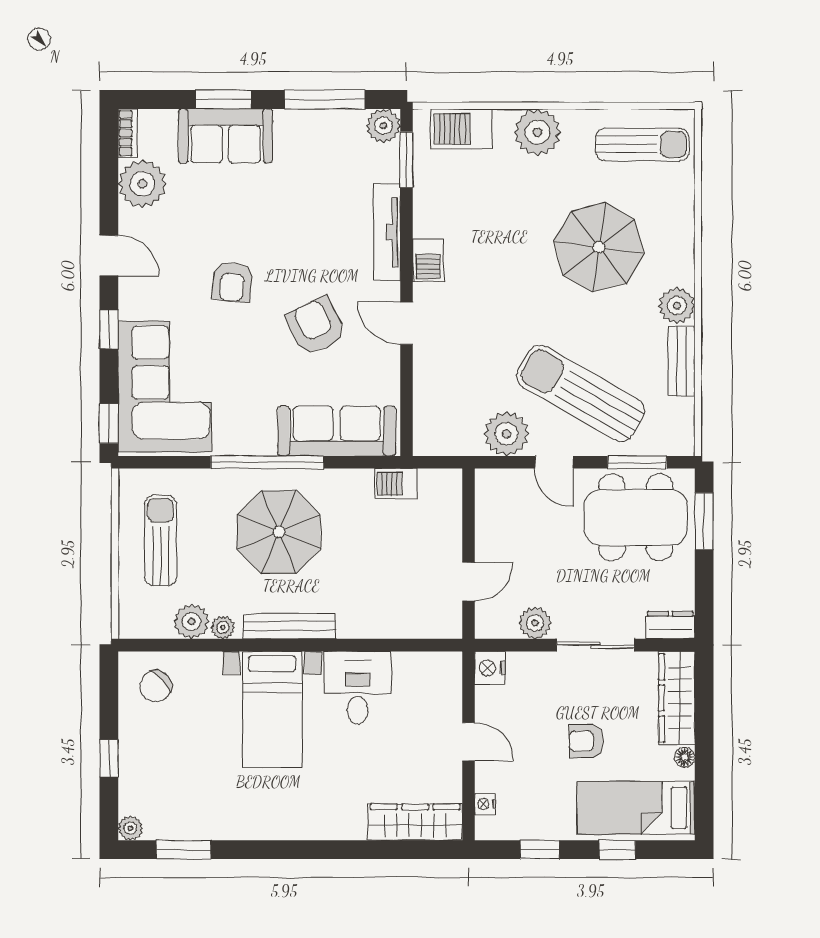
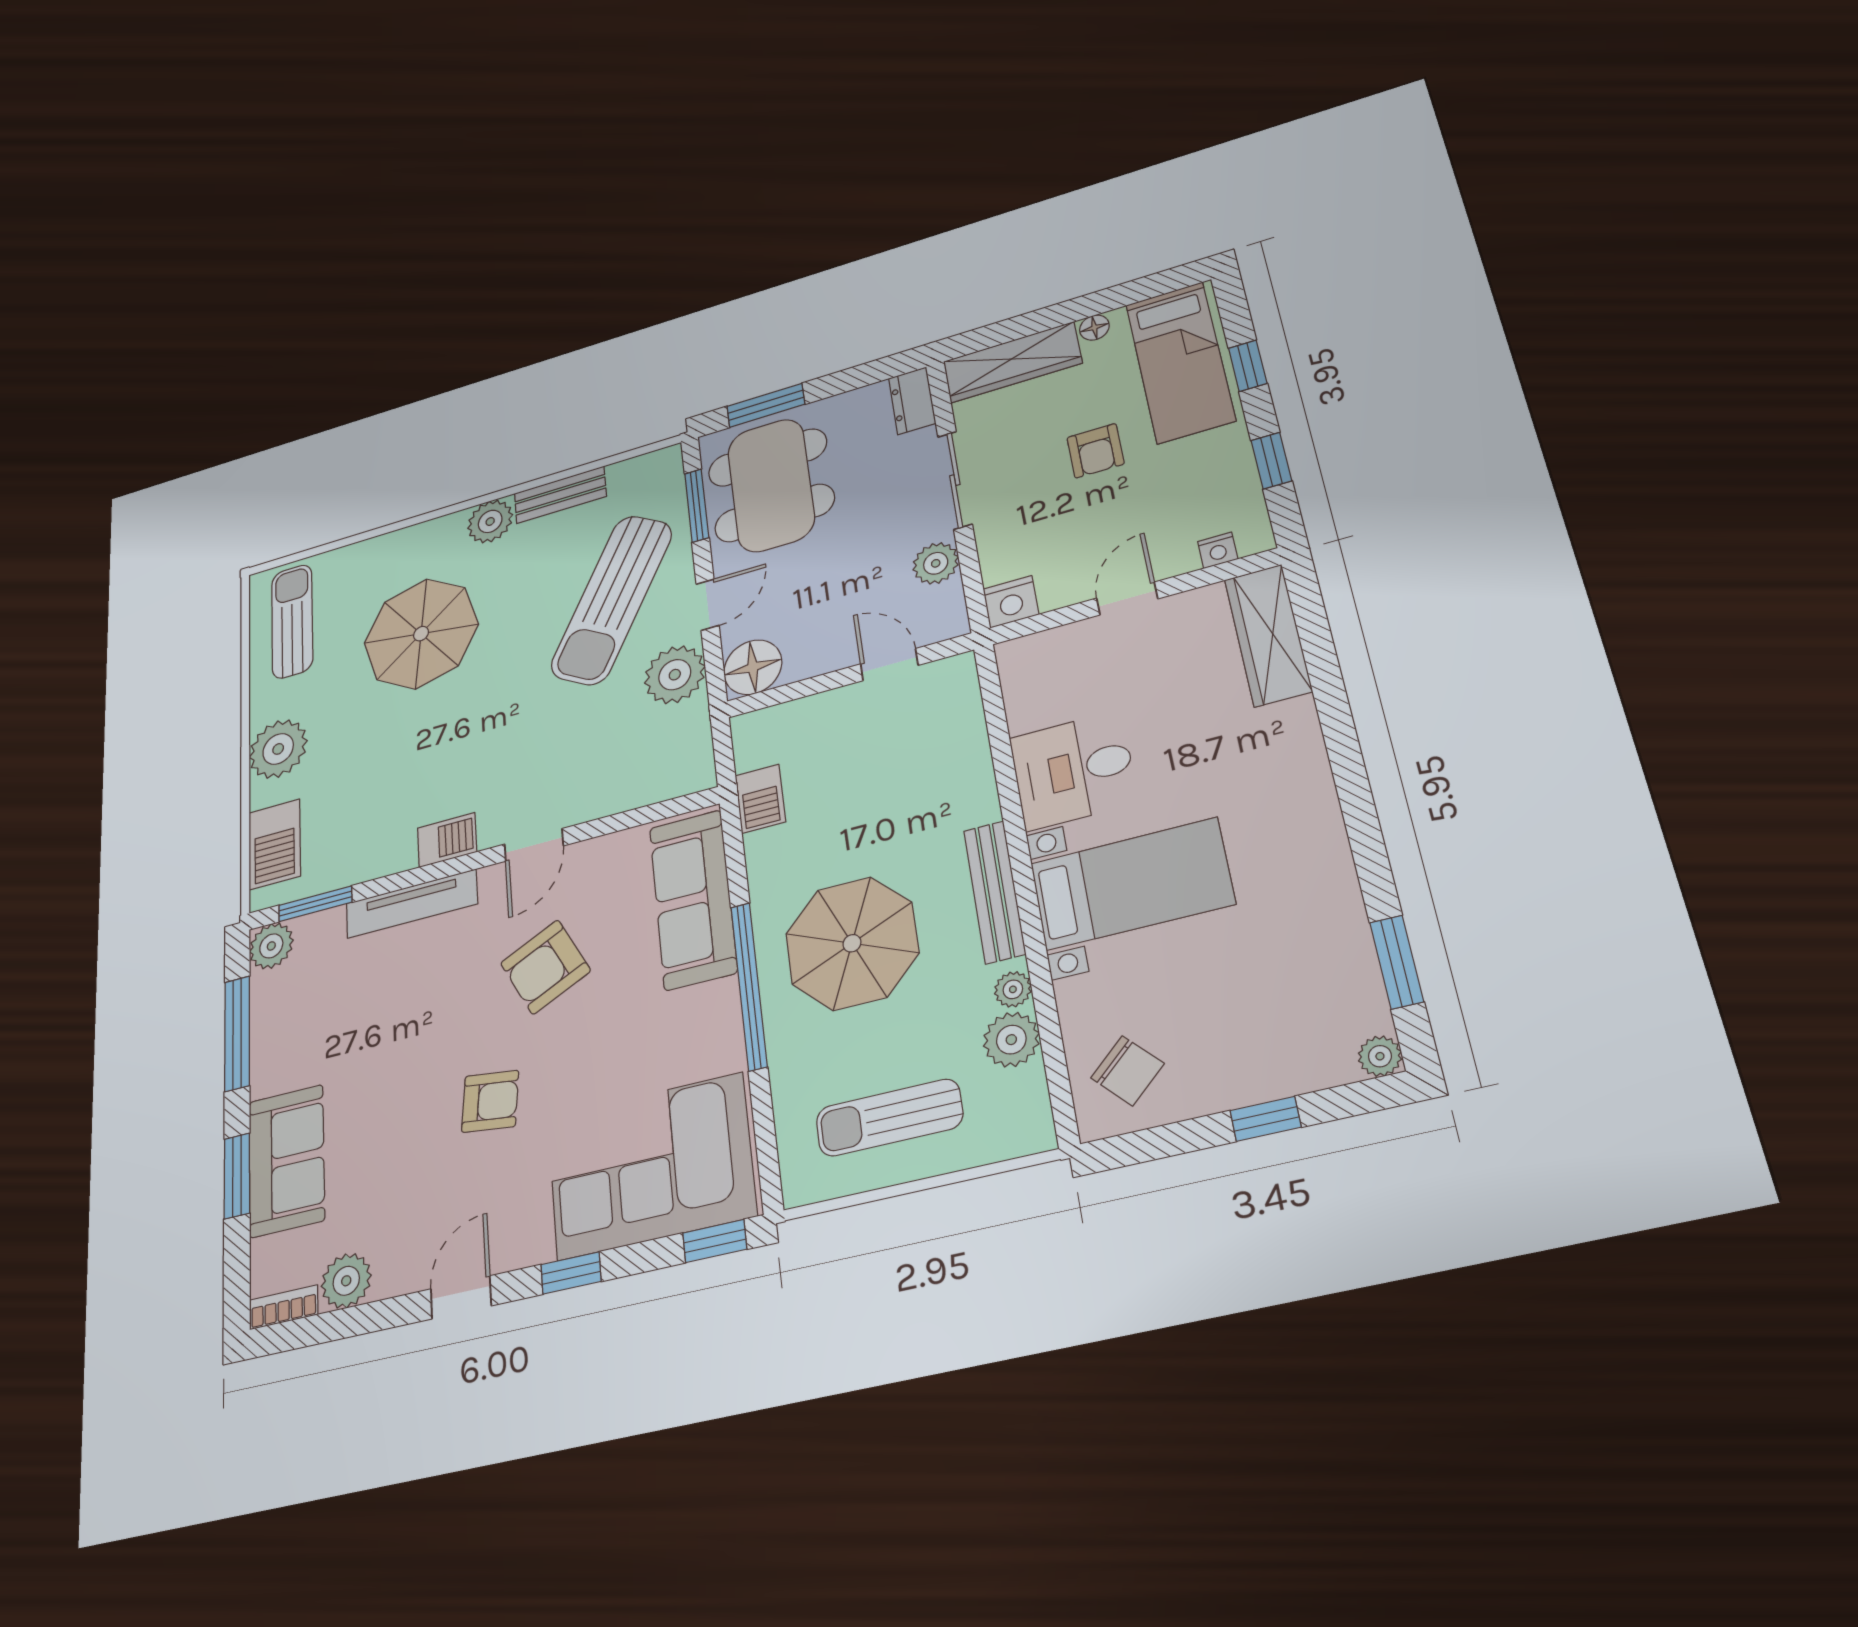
plant: (142, 184) -> (346, 1281), width x0.73, depth x0.73
floor lamp: (495, 489) -> (753, 667), added

